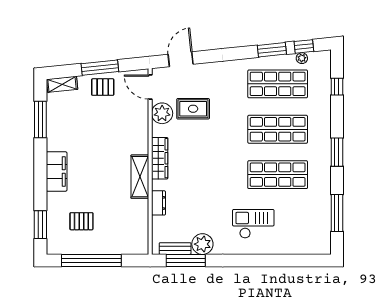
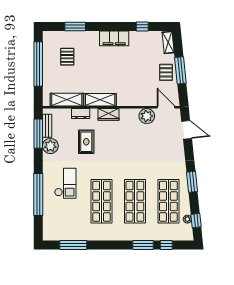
window: (272, 50) -> (192, 182), moved
door: (150, 87) -> (166, 107), hinge flipped
rug: (193, 109) -> (86, 142), moved
window: (40, 119) -> (142, 26), width x0.46
window: (337, 152) -> (143, 245), moved
wardrobe: (160, 158) -> (108, 114), width x0.67
filing cabinet: (57, 171) -> (114, 38), moved
shelving: (140, 222) -> (67, 100), added
window: (40, 225) -> (75, 26), moved
window: (268, 260) -> (38, 195), added

